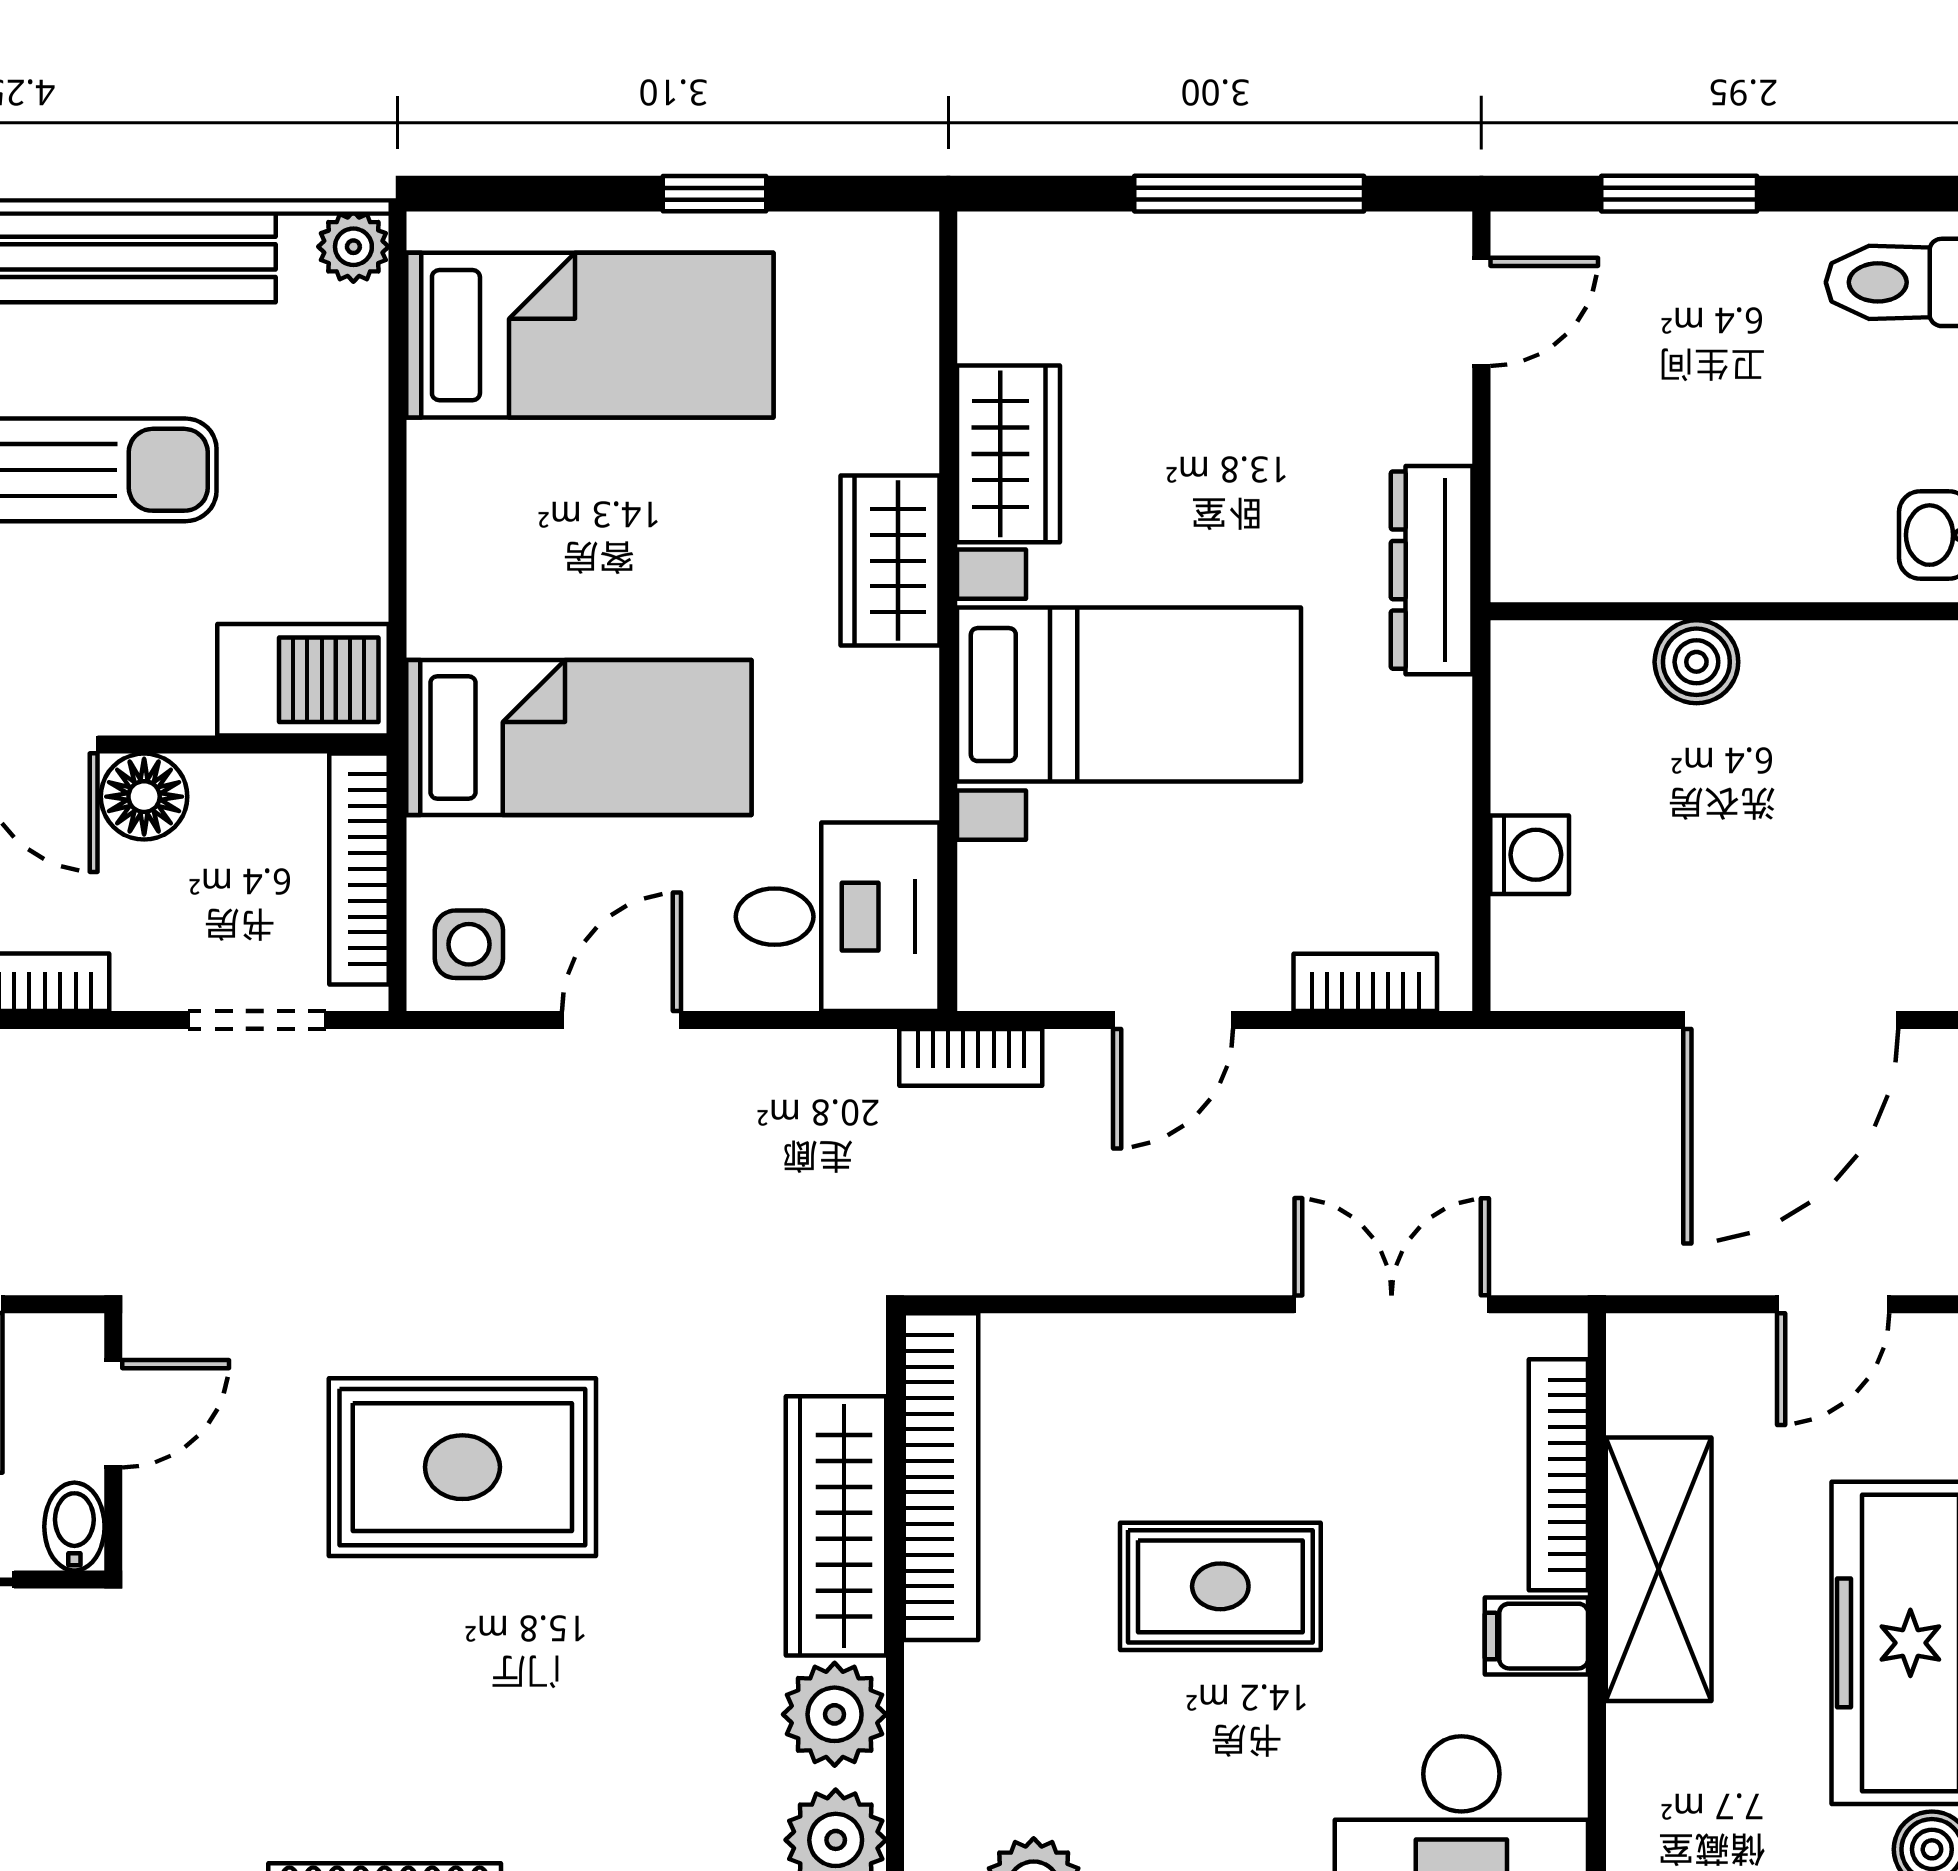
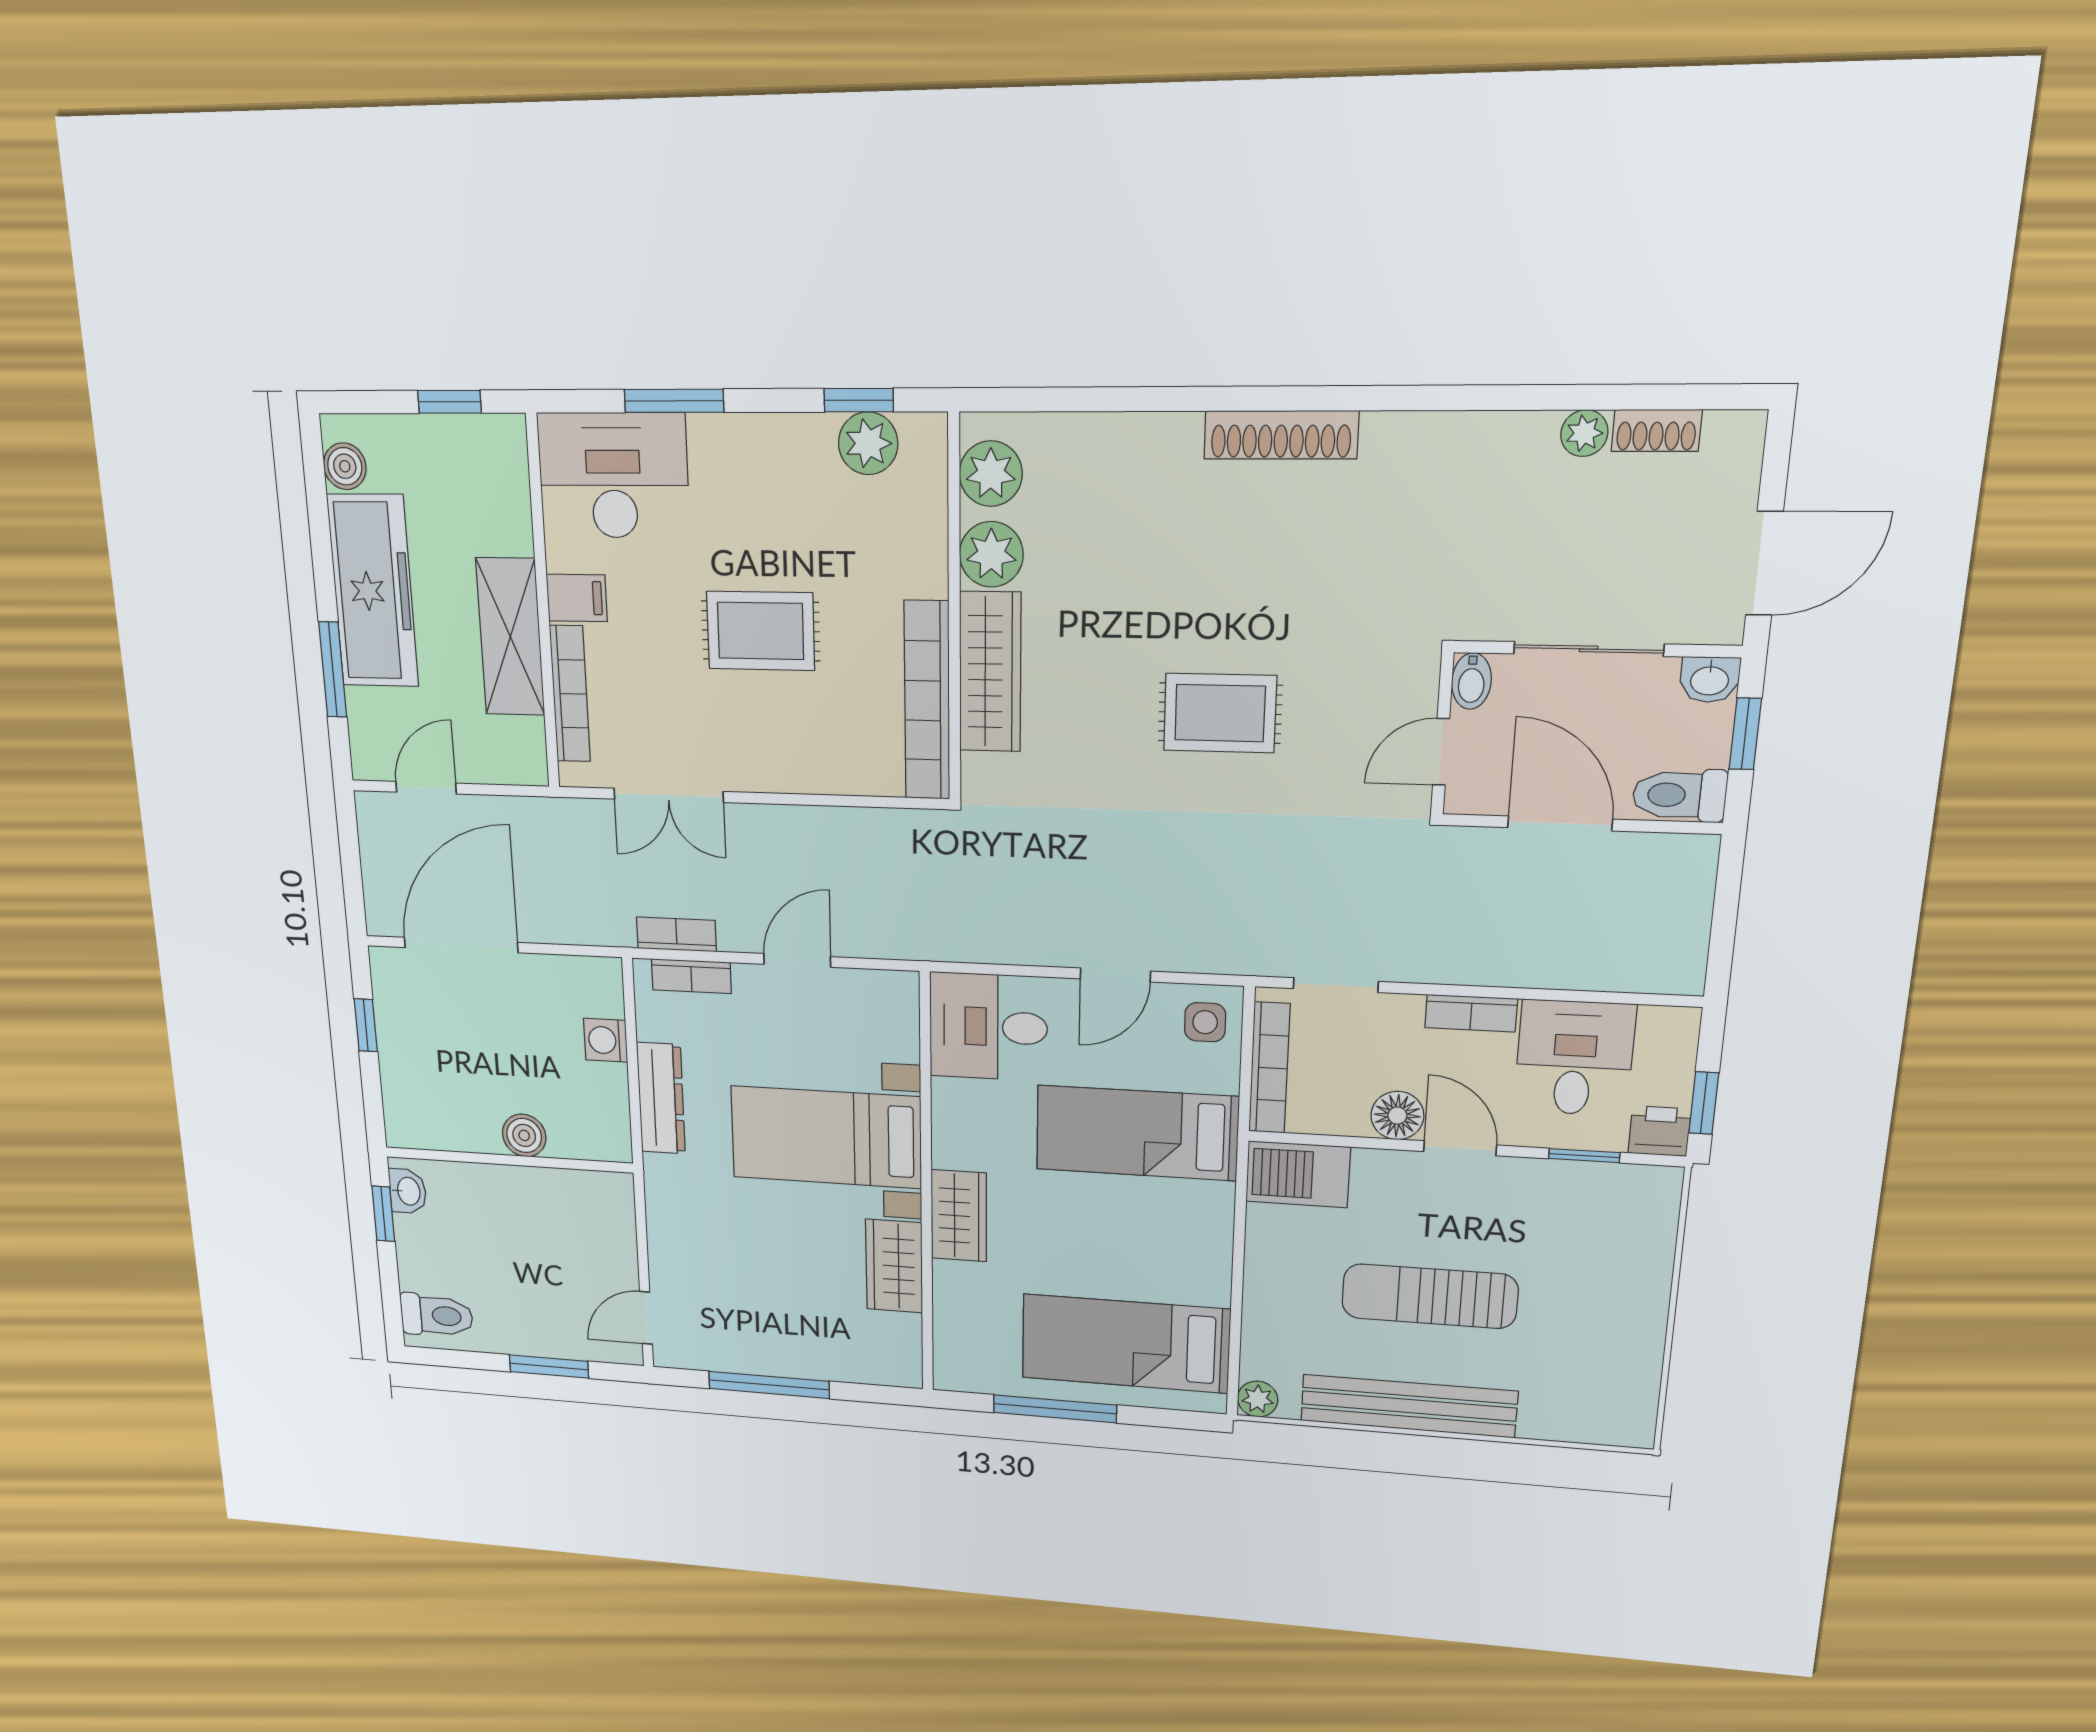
window: (715, 194) -> (1055, 1409), width x2.17
dresser: (1432, 570) -> (661, 1098), moved
bookcase: (971, 1057) -> (676, 934), moved
rug: (462, 1467) -> (1220, 713), width x0.73, depth x0.70

